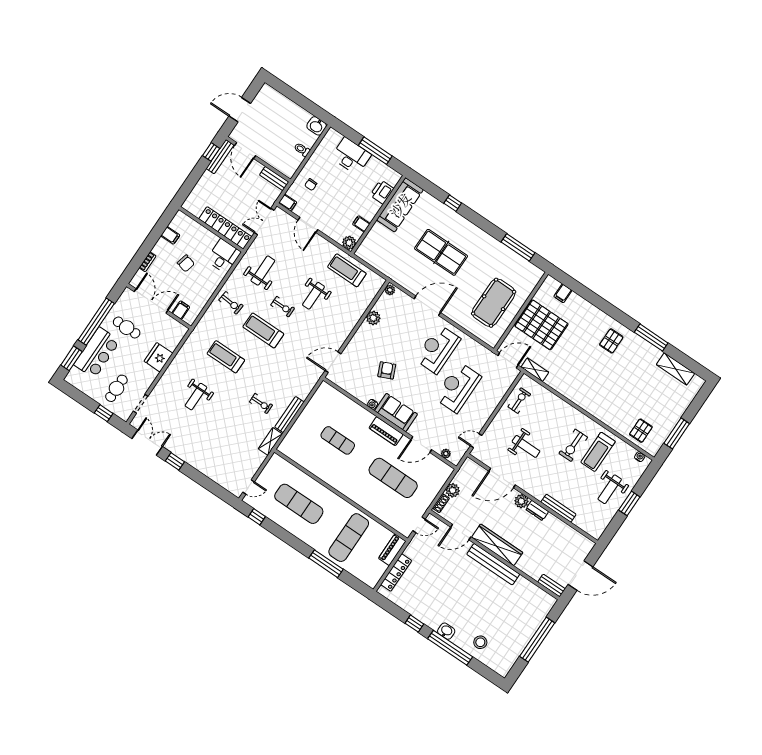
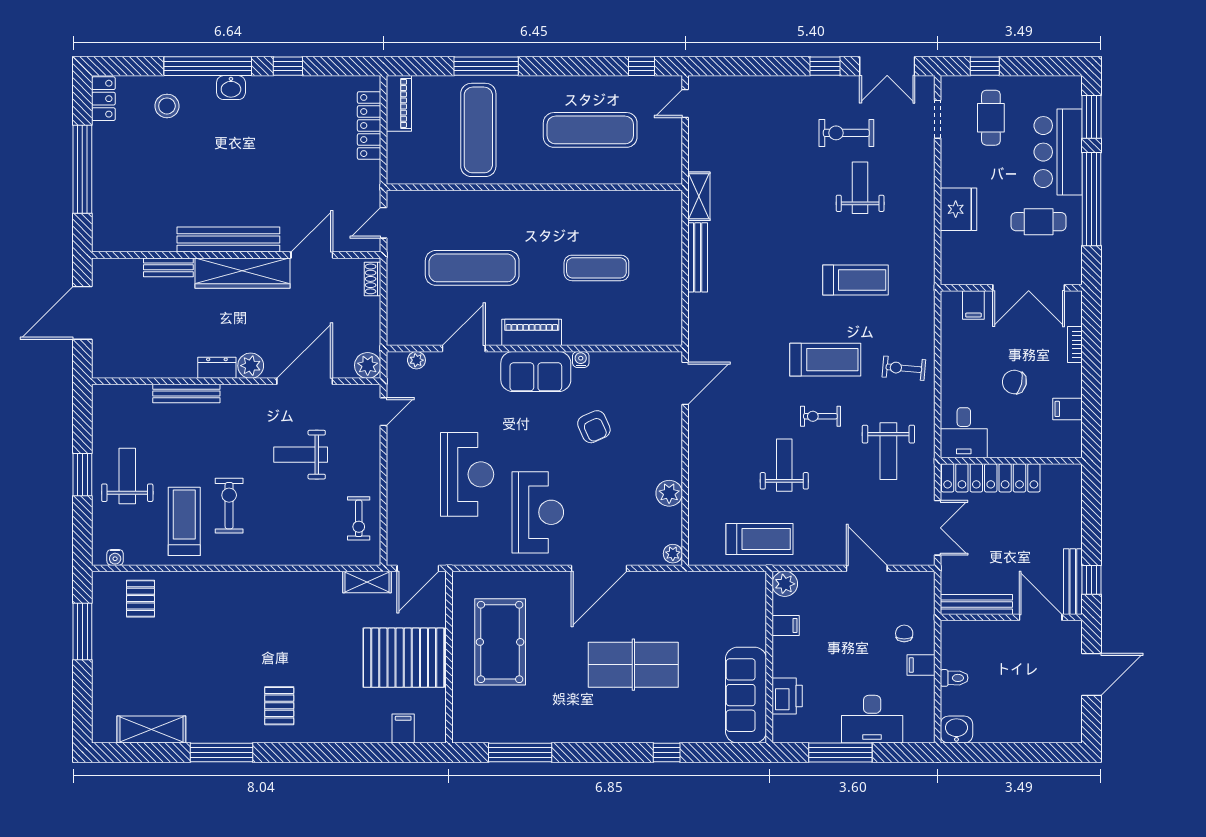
bench: (274, 179) -> (976, 605), width x1.36
filing cabinet: (288, 203) -> (921, 665), moved
exercise bike: (261, 404) -> (846, 133), moved, width x1.38, depth x1.39
plant: (453, 490) -> (368, 365), moved
piano: (392, 550) -> (399, 103), moved
bench: (551, 586) -> (168, 267), moved
locker: (506, 665) -> (103, 99), added

